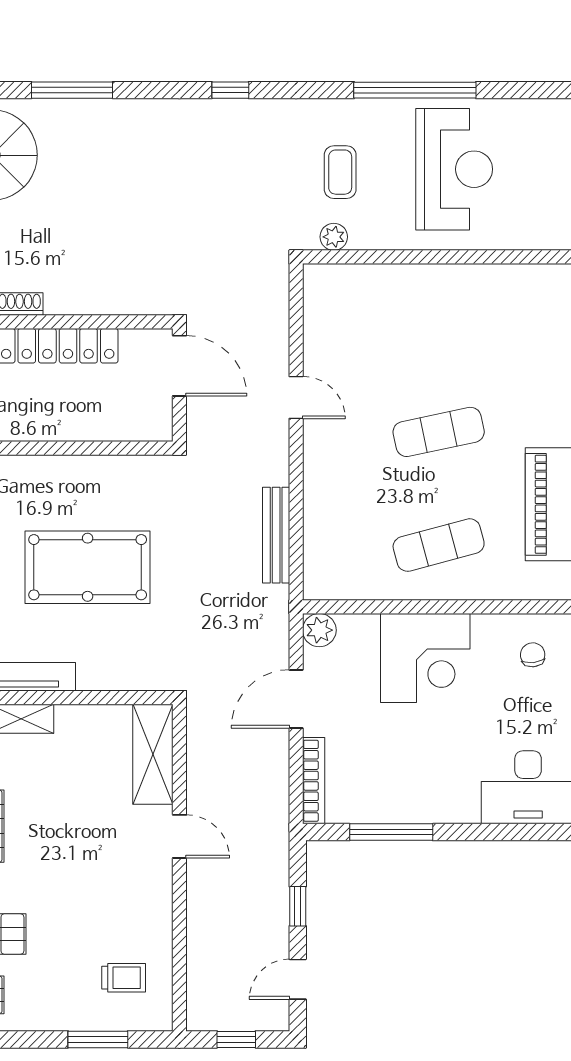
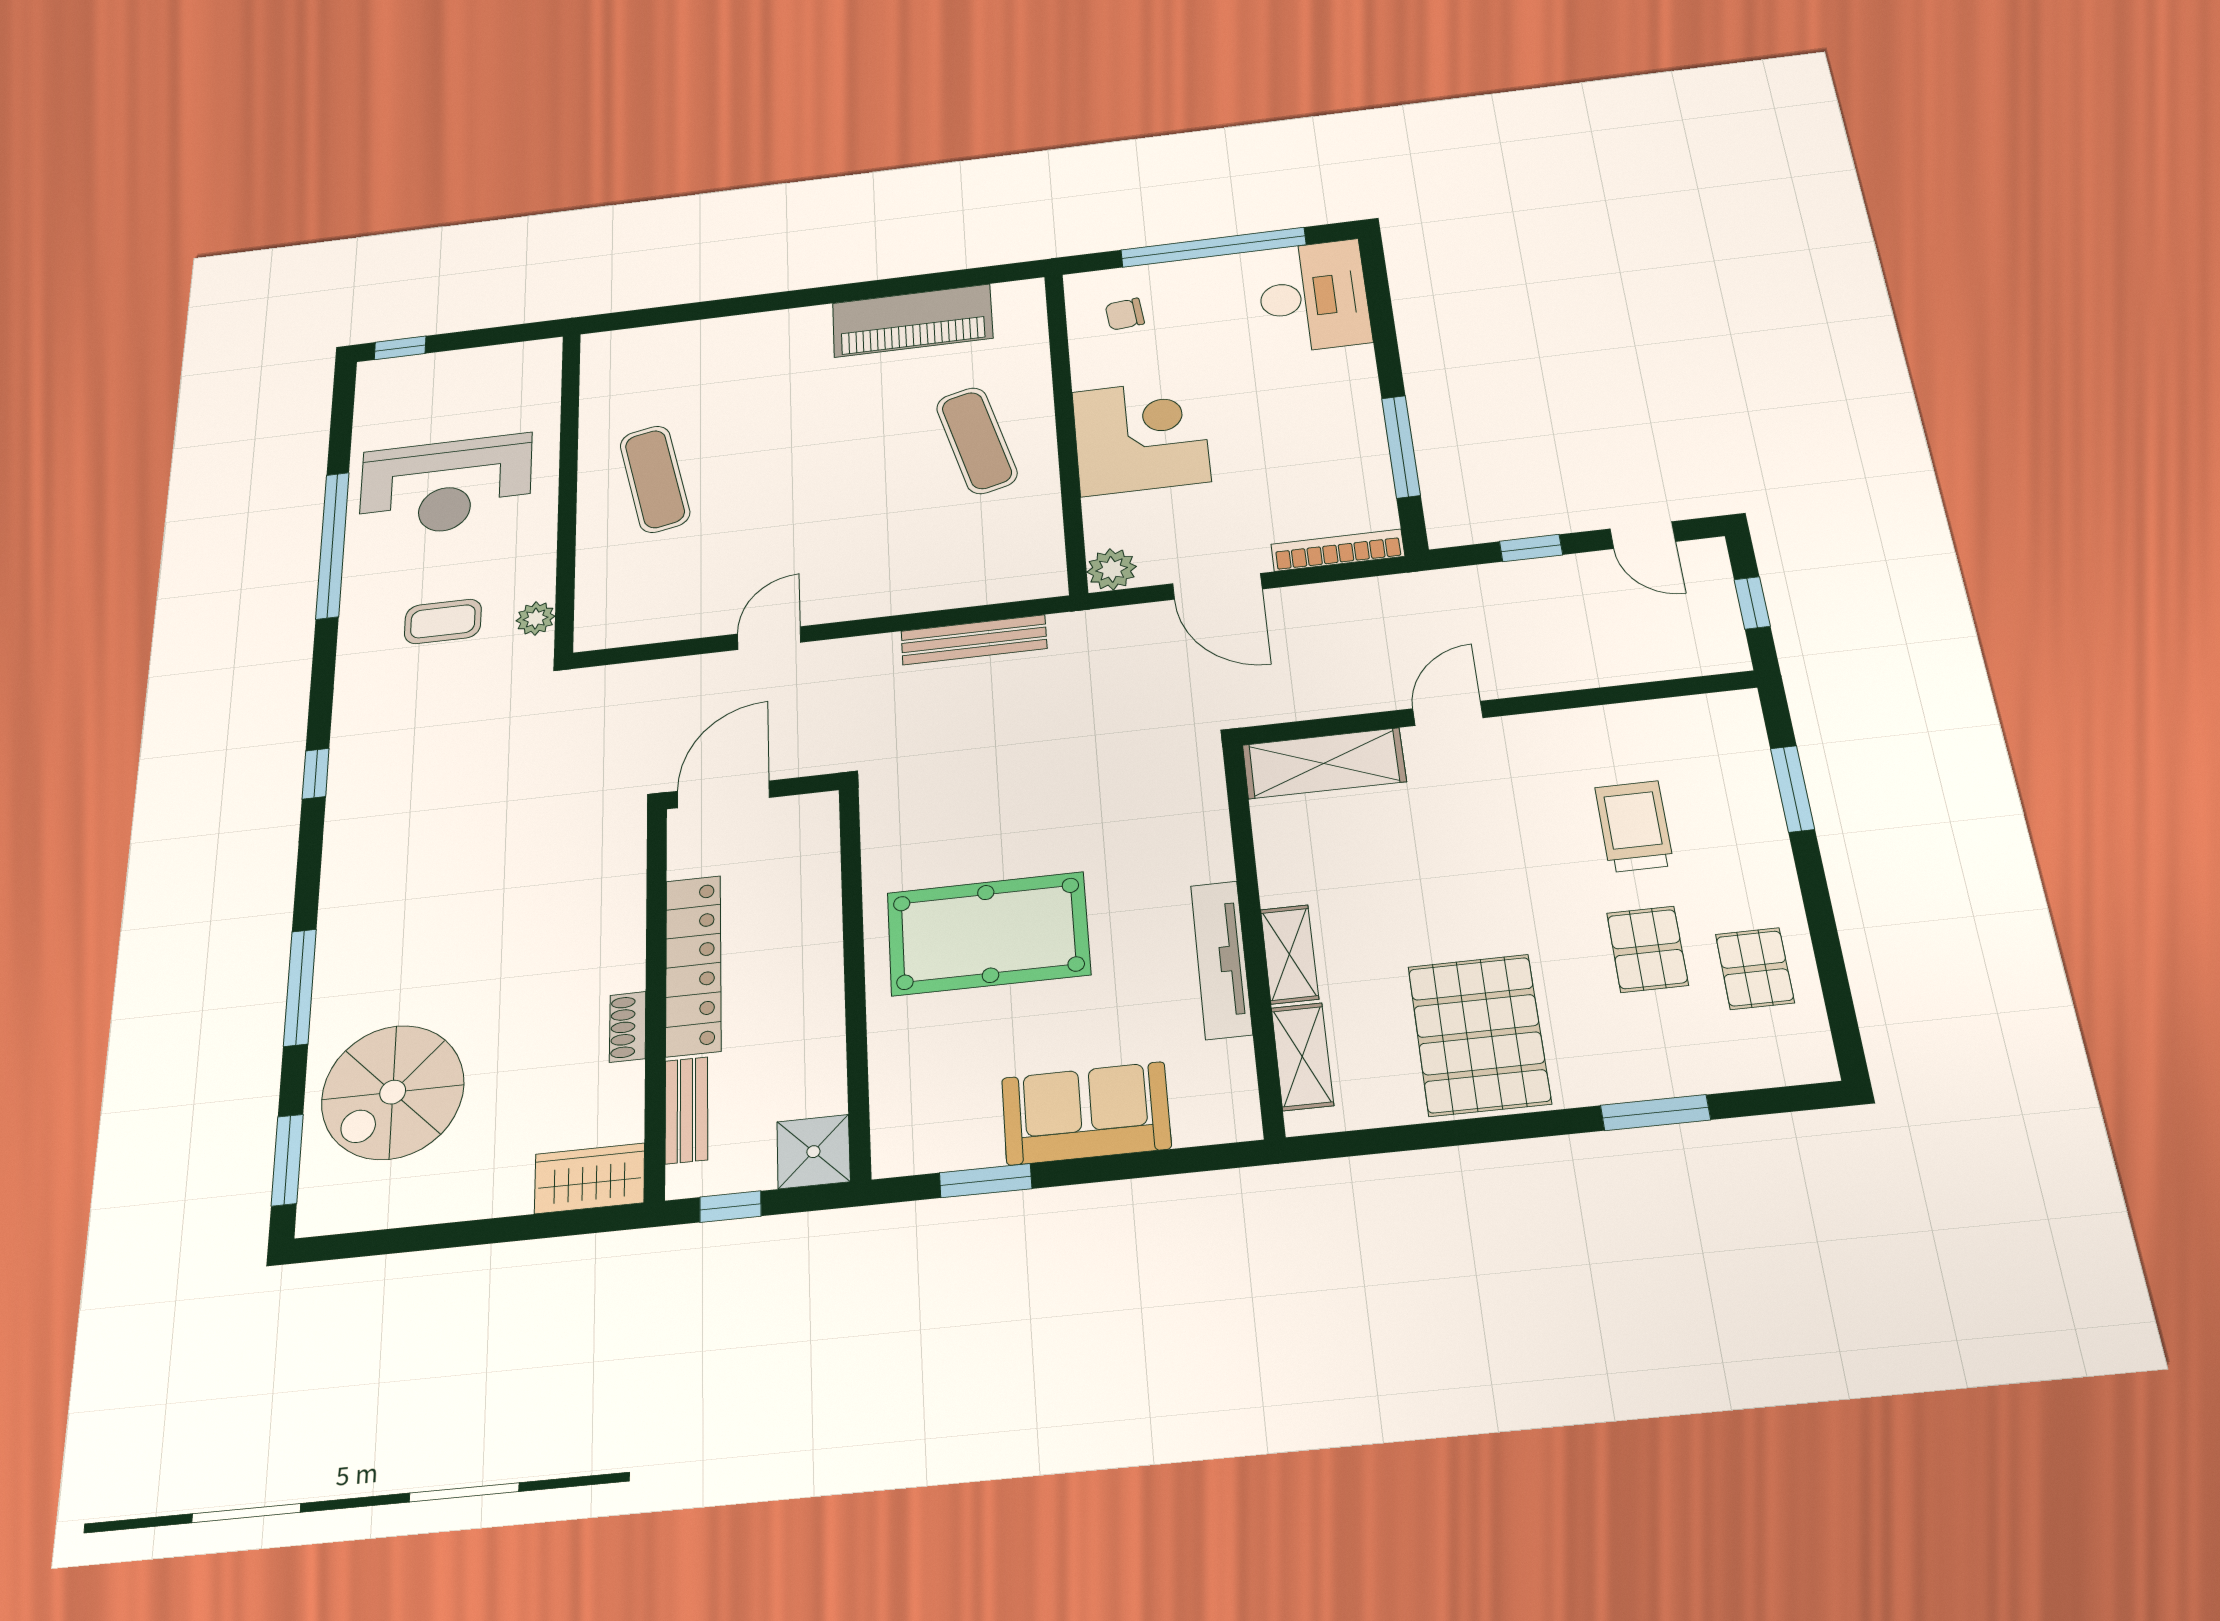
reception desk: (454, 169) -> (446, 486), turned 180
exercise mat: (439, 432) -> (655, 479), moved
pool table: (88, 567) -> (988, 934), moved, turned 90
trolley: (124, 978) -> (1634, 826), moved, width x1.36, depth x1.39

